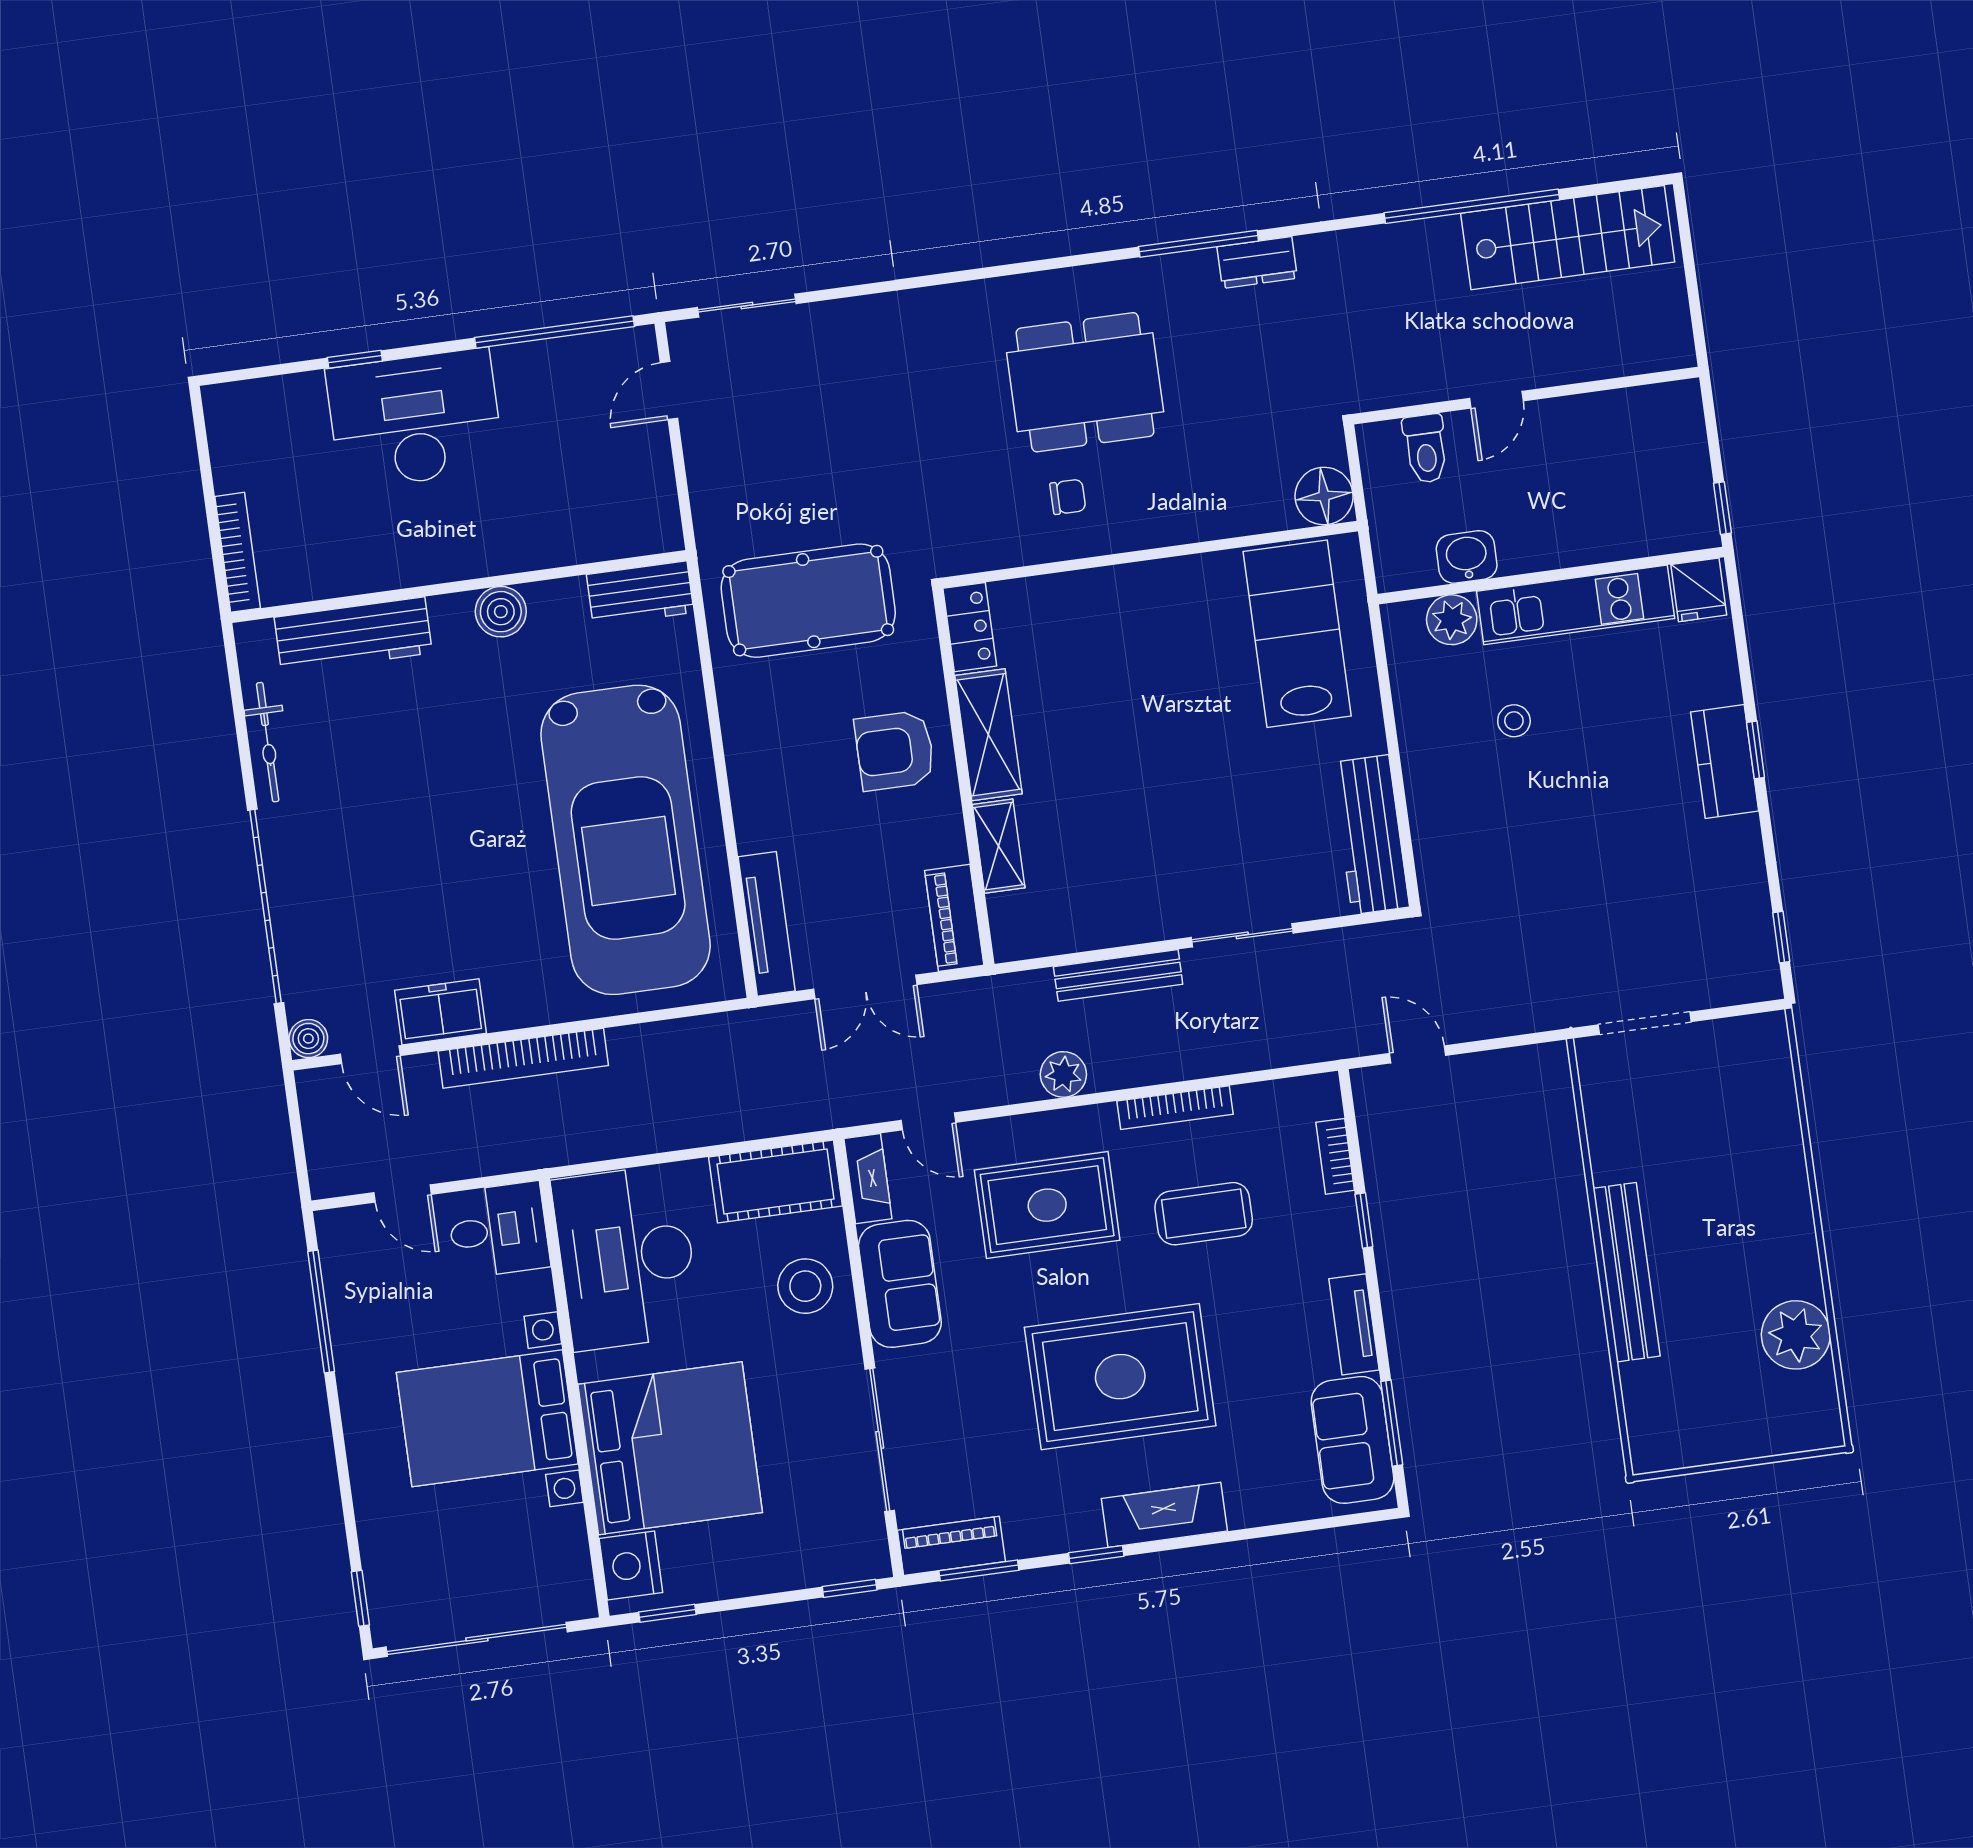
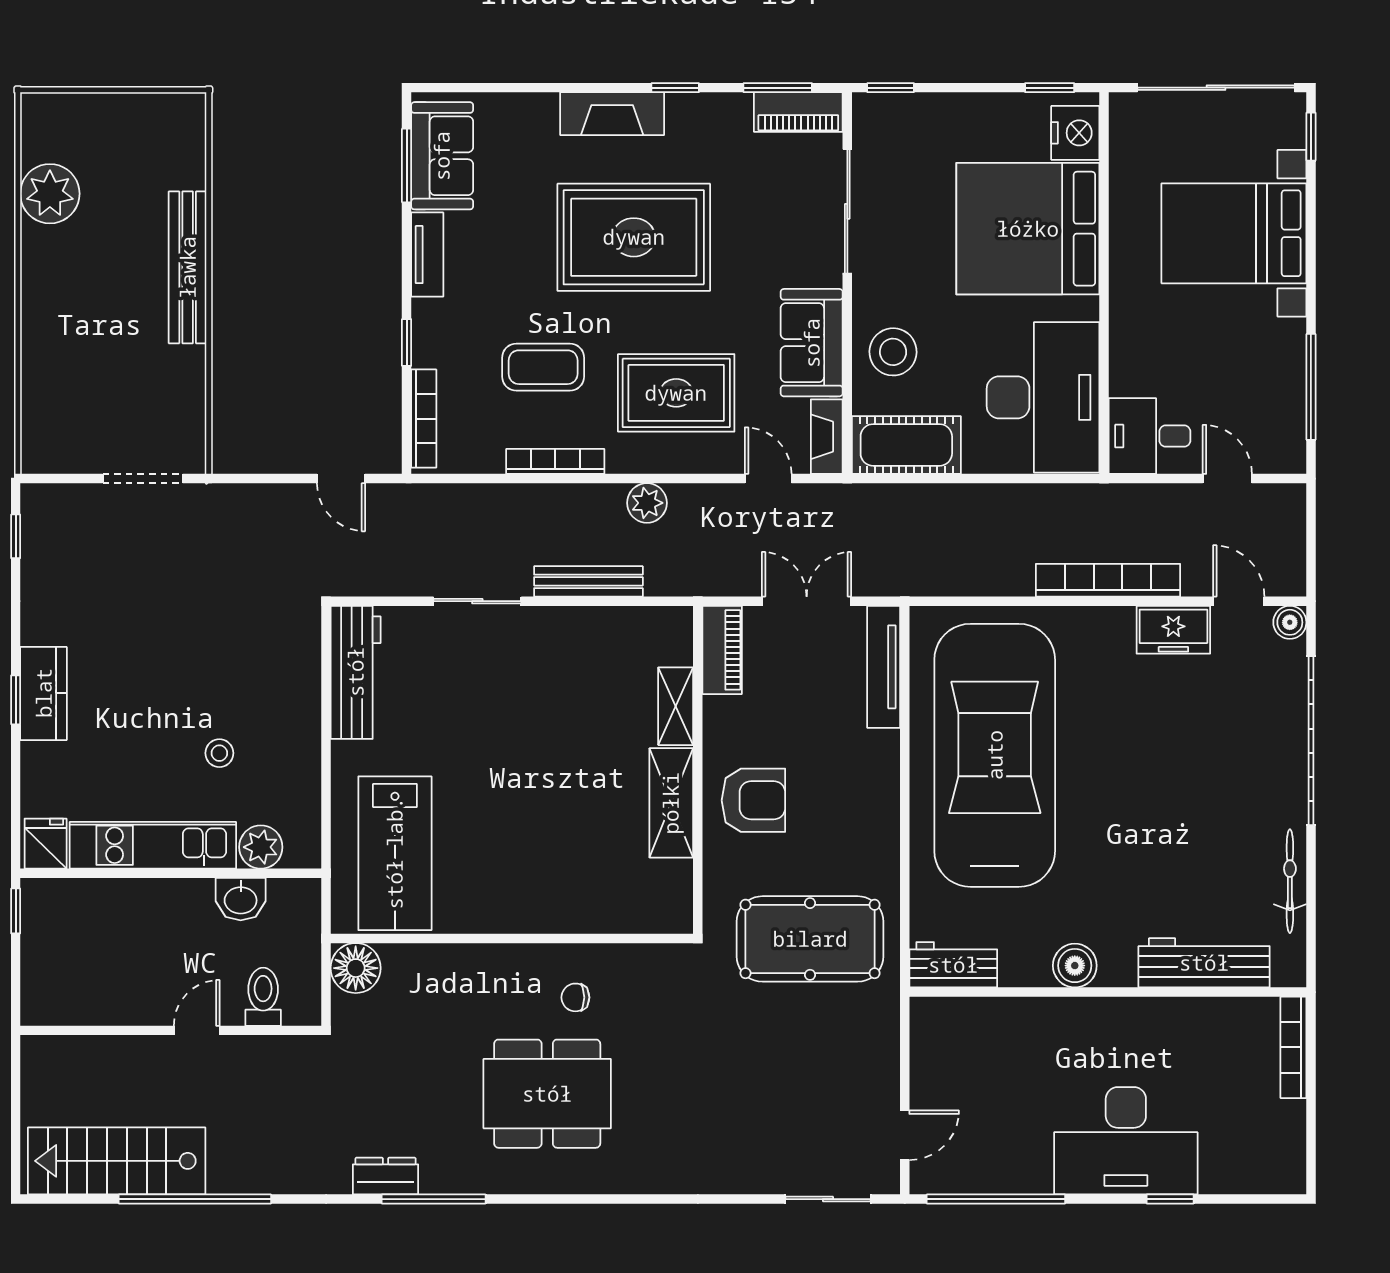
locker: (970, 627) -> (675, 897), removed
bookcase: (1335, 1156) -> (424, 419), width x1.56
bed with nightstands: (487, 1418) -> (1234, 233), moved, turned 180

